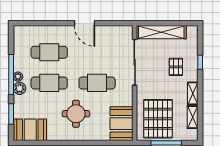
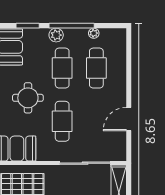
door: (85, 23) -> (129, 119), moved
plant: (18, 77) -> (94, 33), moved

